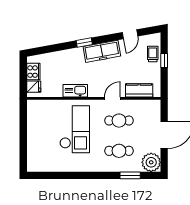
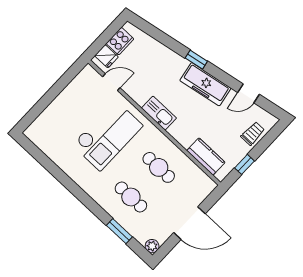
window: (164, 61) -> (244, 164), moved
kitchen sink: (75, 91) -> (159, 113), moved
door: (112, 98) -> (111, 82), moved
plant: (151, 162) -> (152, 246), width x0.53, depth x0.53

